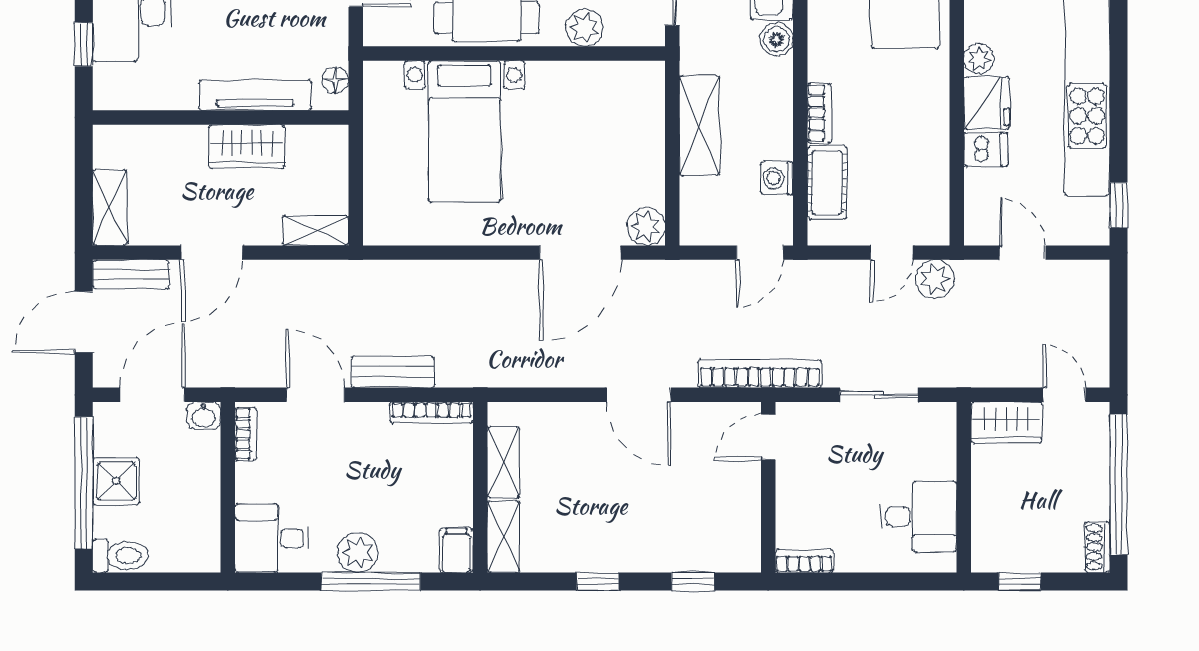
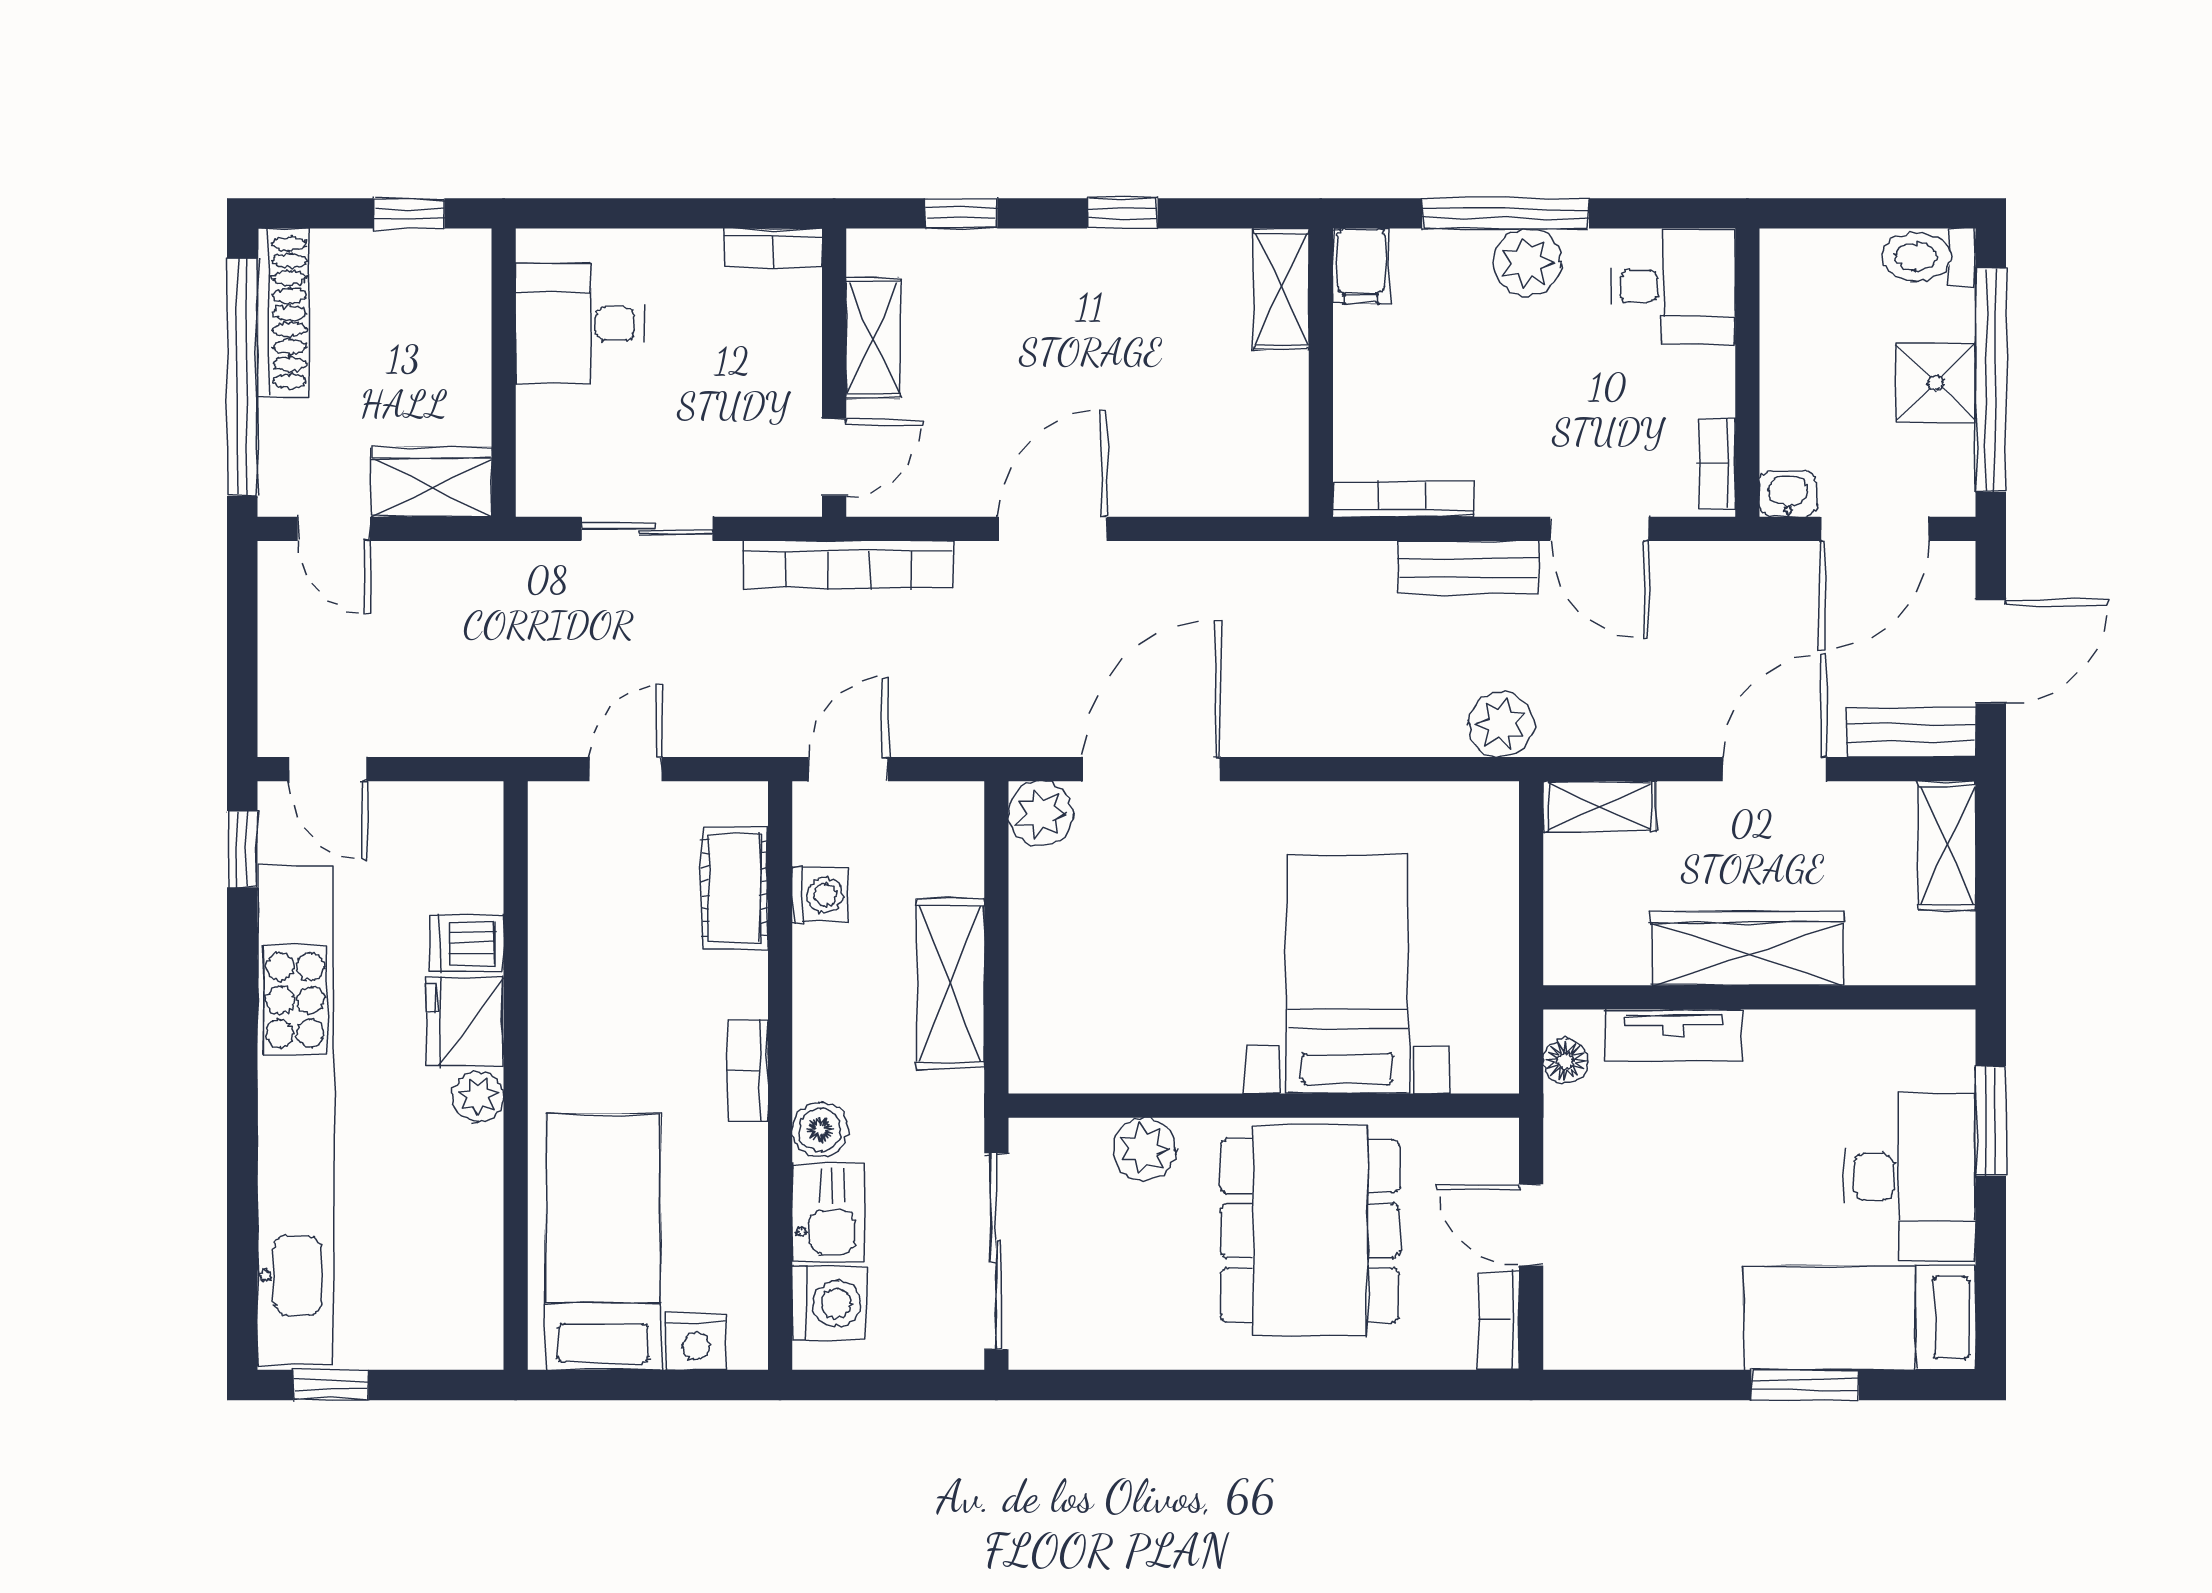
window: (84, 44) -> (1991, 1121), width x1.50
tv unit: (255, 95) -> (1674, 1035), width x0.71
bookcase: (819, 113) -> (748, 1071), moved
wardrobe: (247, 147) -> (1747, 948), width x1.50
door: (1022, 253) -> (328, 769), moved
plant: (935, 279) -> (1501, 724), moved
door: (639, 395) -> (1053, 529), hinge flipped
shelving: (503, 462) -> (873, 338), moved
shoe rack: (1097, 547) -> (283, 312), width x1.94, depth x1.24

